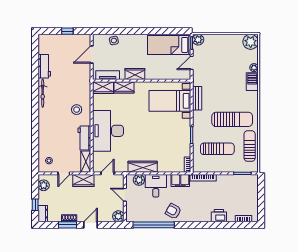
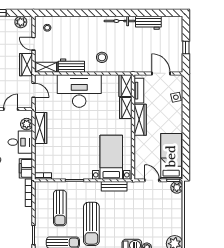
wardrobe: (135, 74) -> (140, 120), width x1.50

